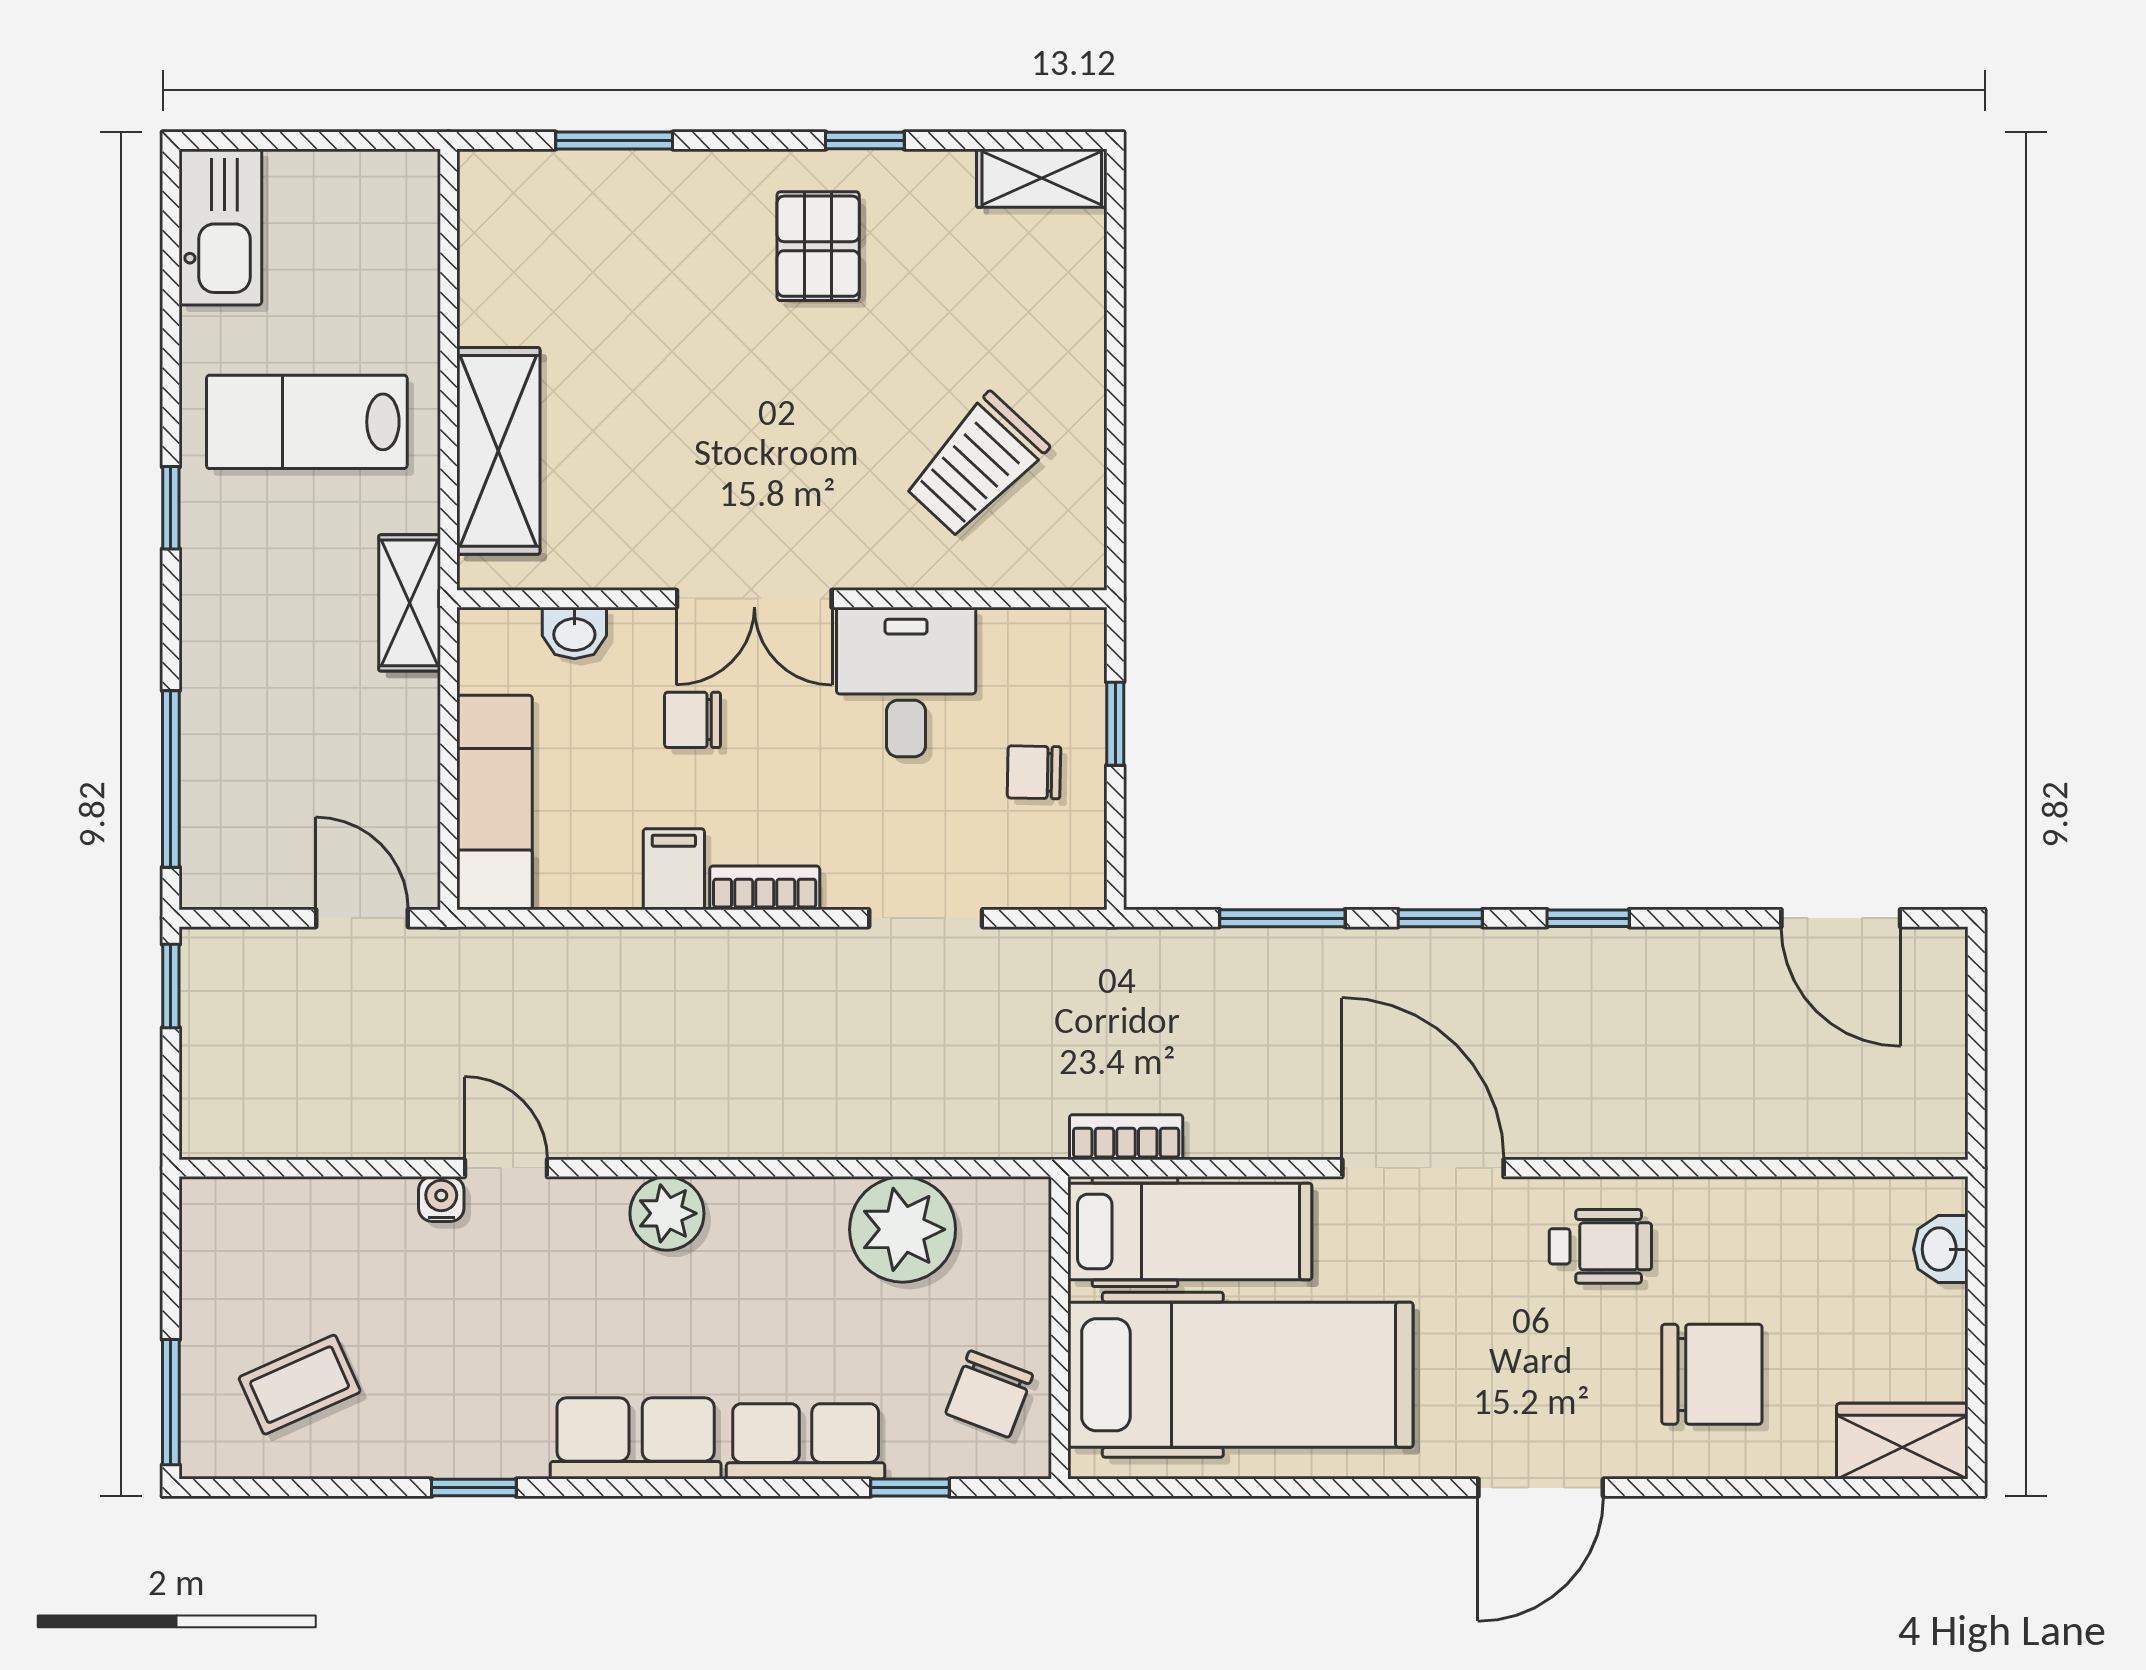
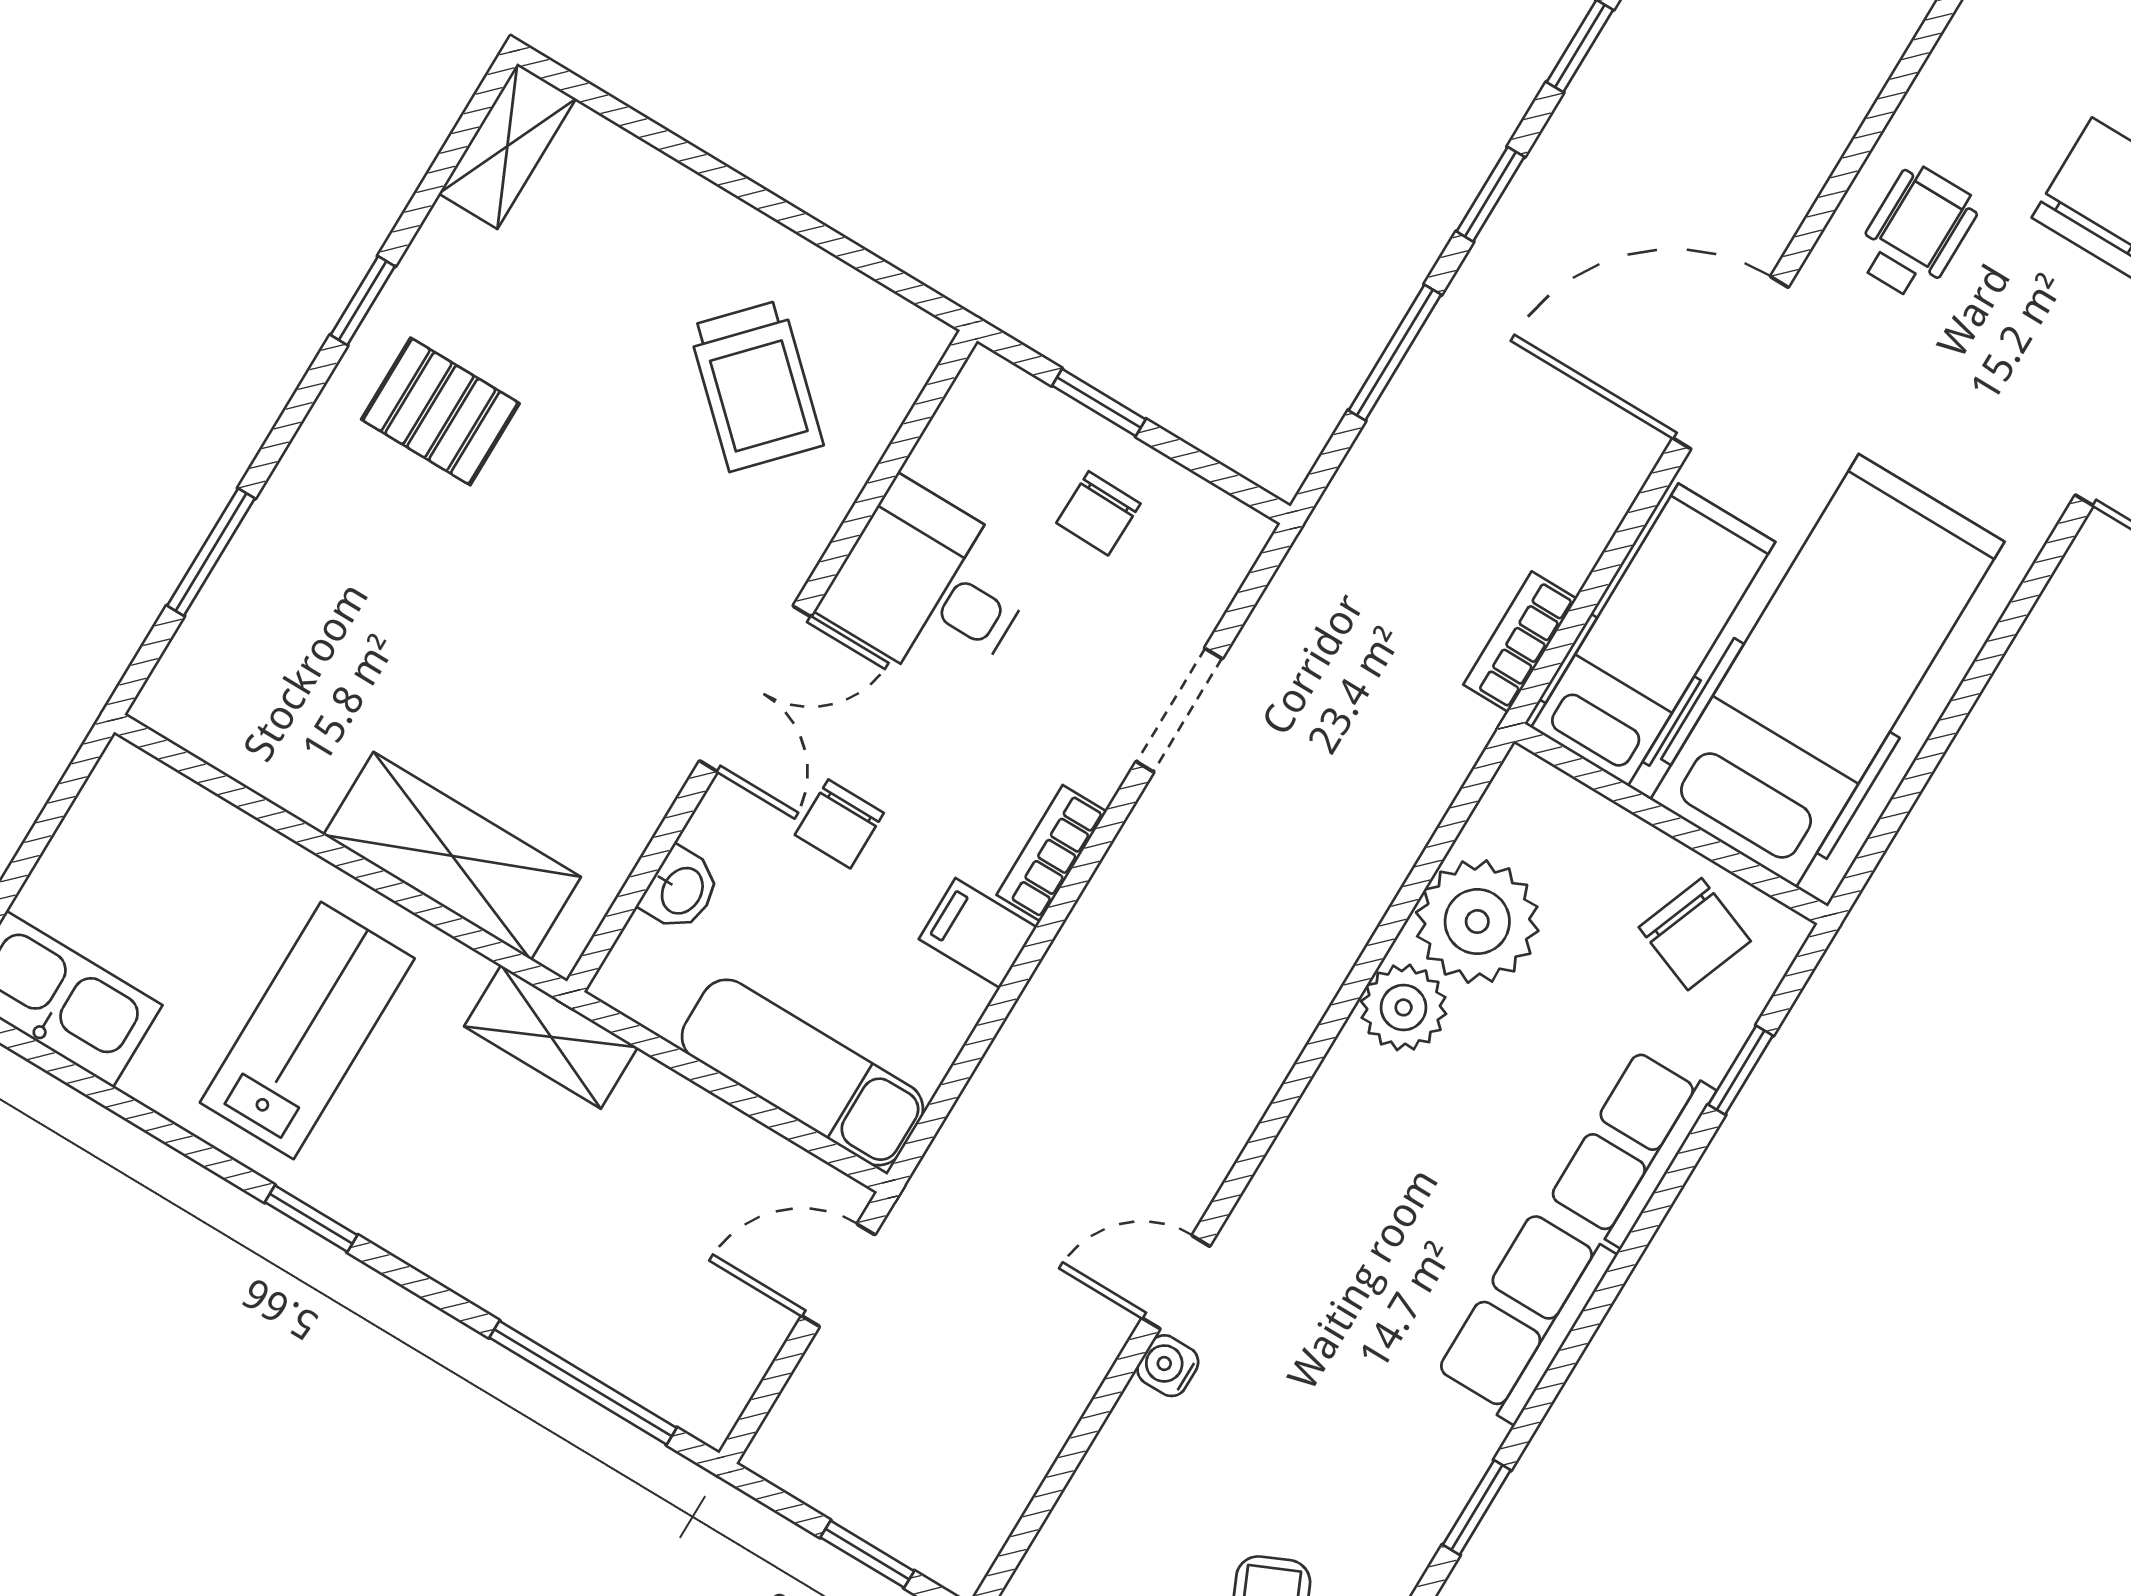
lab bench: (307, 422) -> (307, 1030), turned 180
window: (171, 986) -> (867, 1554), moved
plant: (667, 1213) -> (1404, 1007), moved

